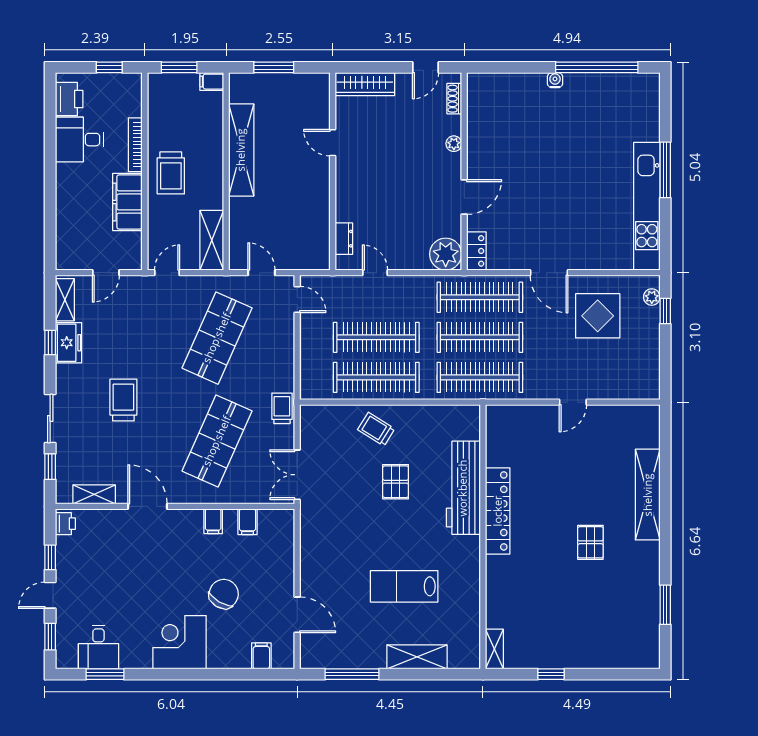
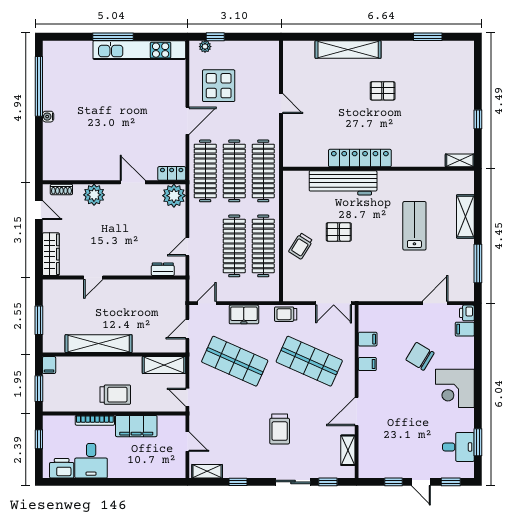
plant: (454, 144) -> (94, 195), width x1.87, depth x1.87
freezer: (69, 343) -> (244, 314), moved, turned 180
trolley: (123, 400) -> (280, 429), turned -90
printer: (65, 524) -> (467, 313), moved, turned -90
lab bench: (404, 586) -> (414, 226), turned 180

